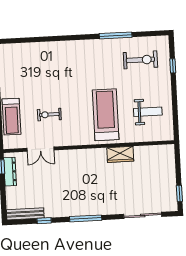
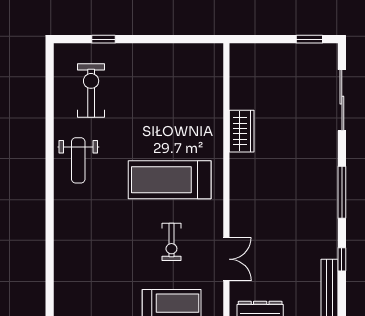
window: (116, 35) -> (50, 128), removed
weight bench: (148, 112) -> (78, 160), moved, turned 180
treadmill: (106, 115) -> (170, 180), moved

